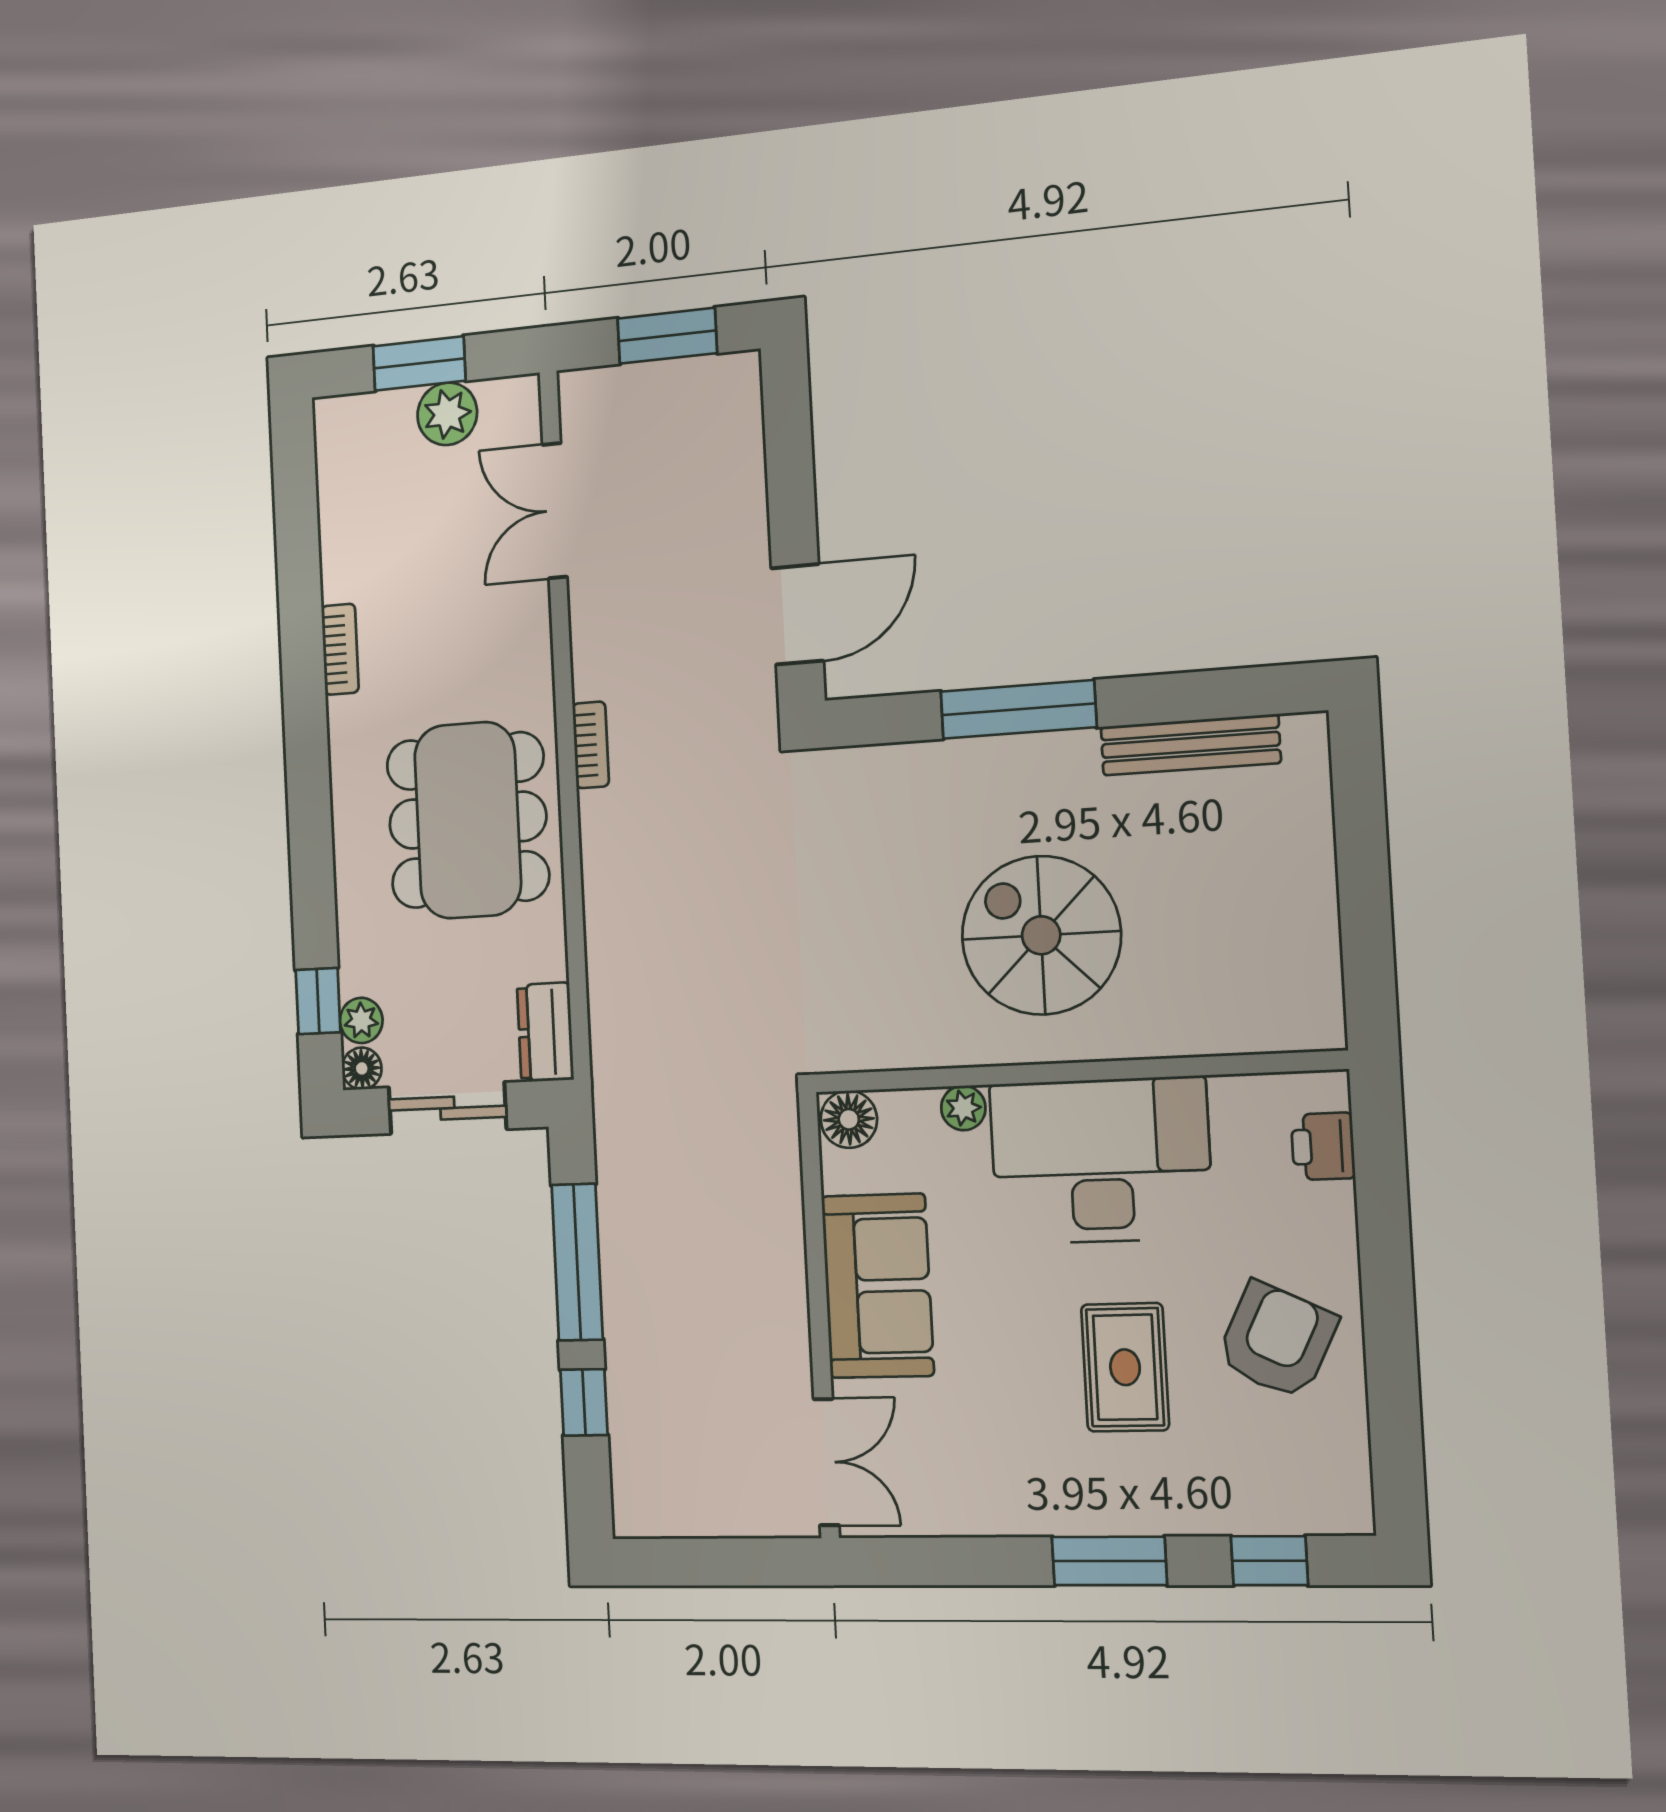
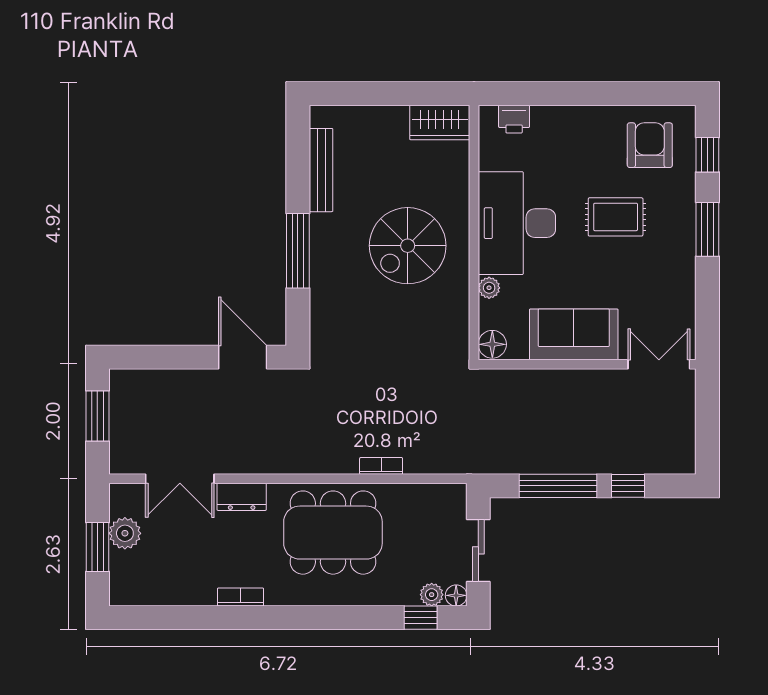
bookcase: (591, 745) -> (381, 466), moved
wardrobe: (1307, 989) -> (440, 123), added
dresser: (545, 1032) -> (242, 497), moved
armchair: (1277, 1340) -> (650, 145), moved, turned 64

